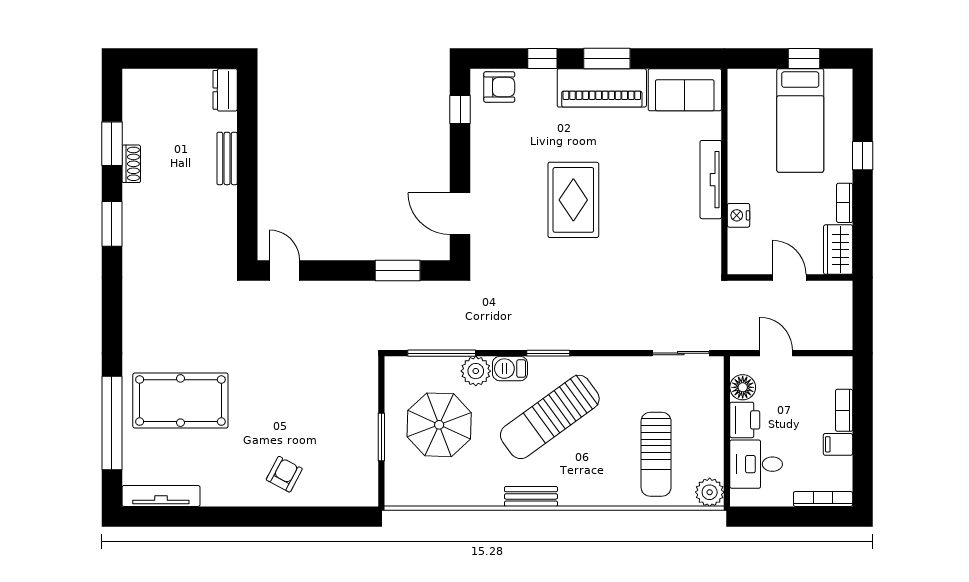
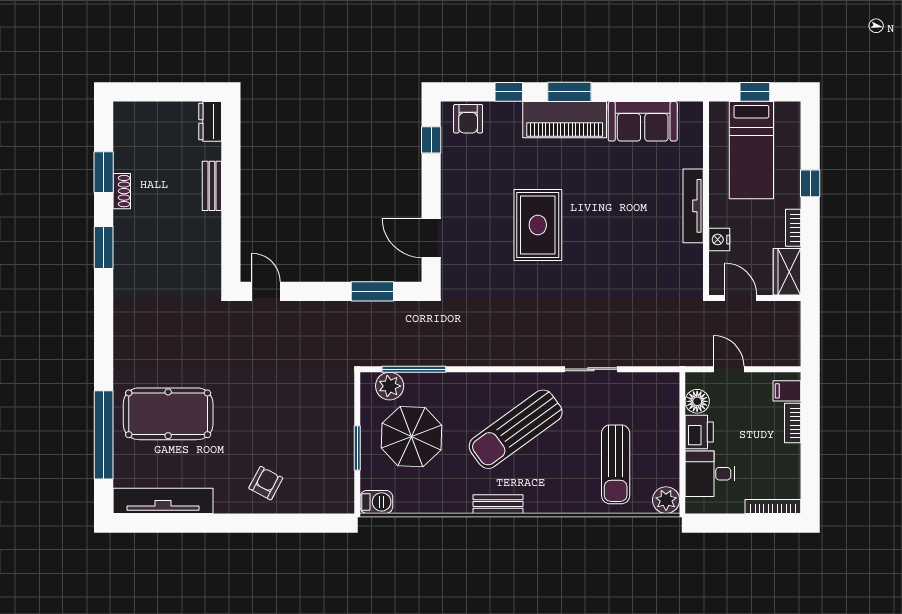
armchair: (499, 87) -> (468, 119), turned 90
wall: (724, 172) -> (706, 198), moved
tv unit: (711, 180) -> (693, 206), moved
nightstand: (738, 215) -> (719, 240), moved
window: (548, 353) -> (514, 369), removed
sliding door: (681, 353) -> (591, 369), moved
barbecue: (510, 369) -> (376, 502), moved, turned 180
plant: (476, 371) -> (390, 386), moved
filing cabinet: (838, 444) -> (787, 391), moved
tv unit: (161, 496) -> (163, 501), width x1.36, depth x1.29

